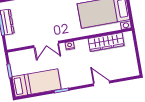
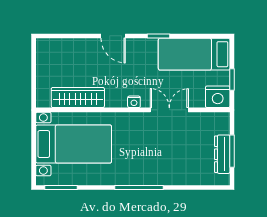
nightstand: (17, 58) -> (218, 97), added
door: (102, 83) -> (113, 36), moved

